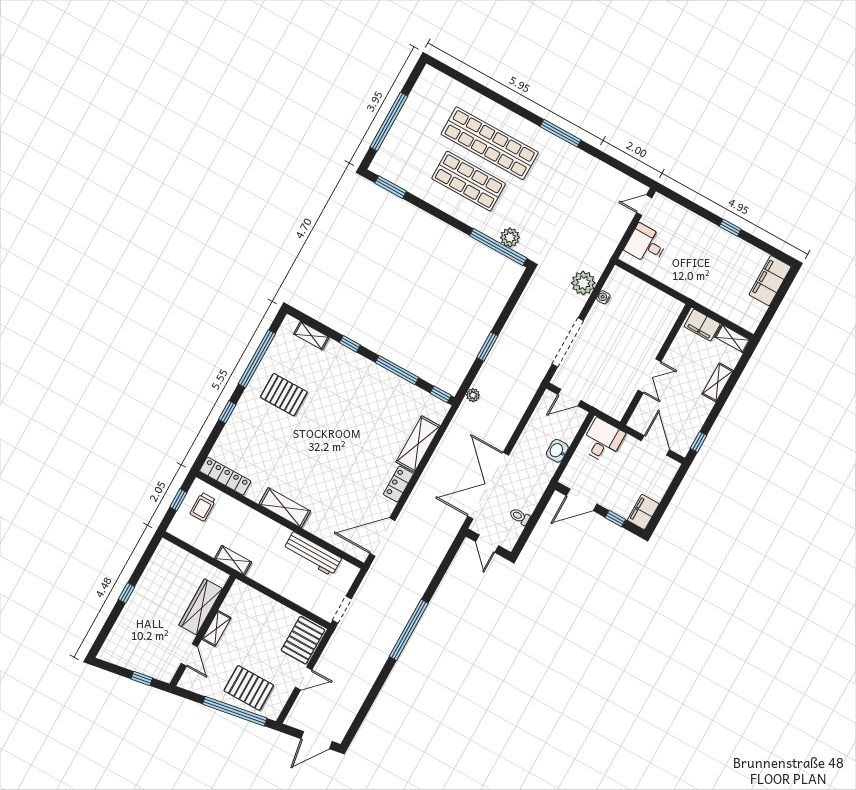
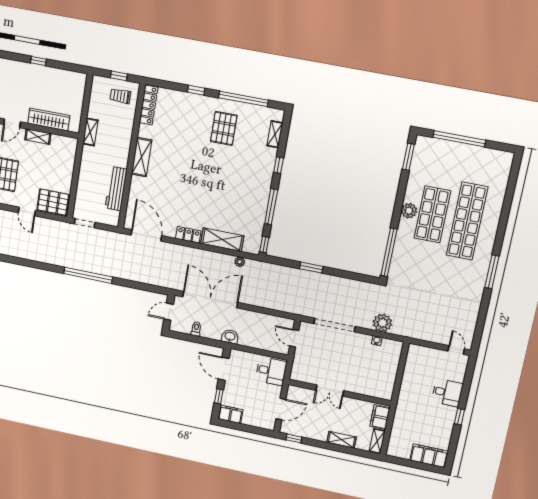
plant: (510, 237) -> (409, 211), moved
desk: (646, 244) -> (447, 393), moved, turned 90
plant: (473, 395) -> (240, 262), moved
washbasin: (557, 451) -> (230, 337), moved

